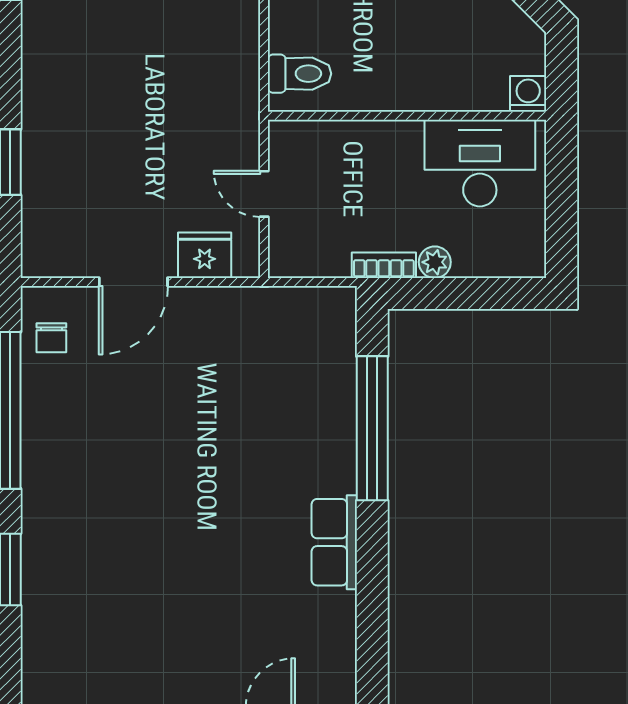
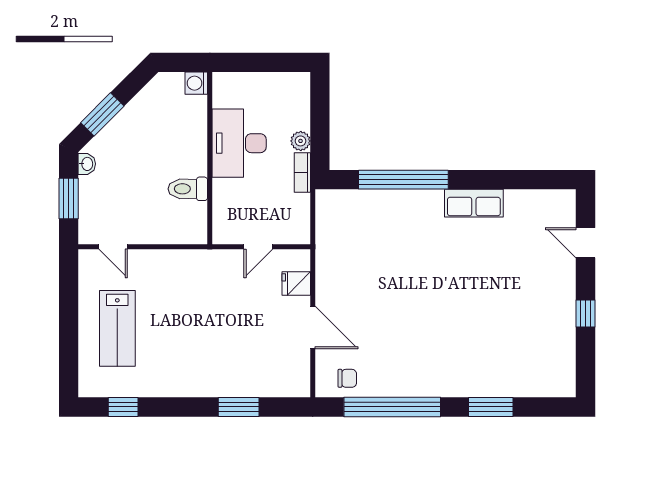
toilet: (300, 74) -> (188, 189), moved, turned -90
desk: (480, 163) -> (239, 143), moved
fridge: (205, 255) -> (296, 284), width x0.72

